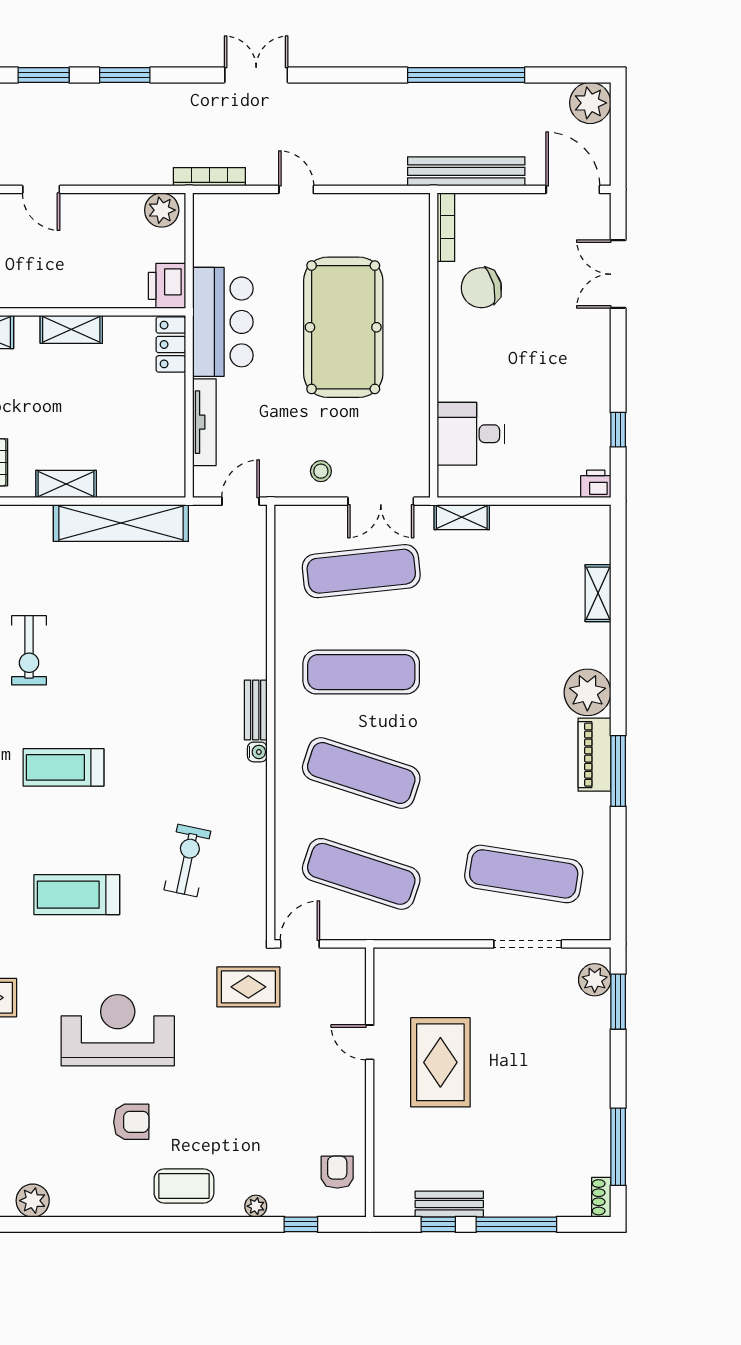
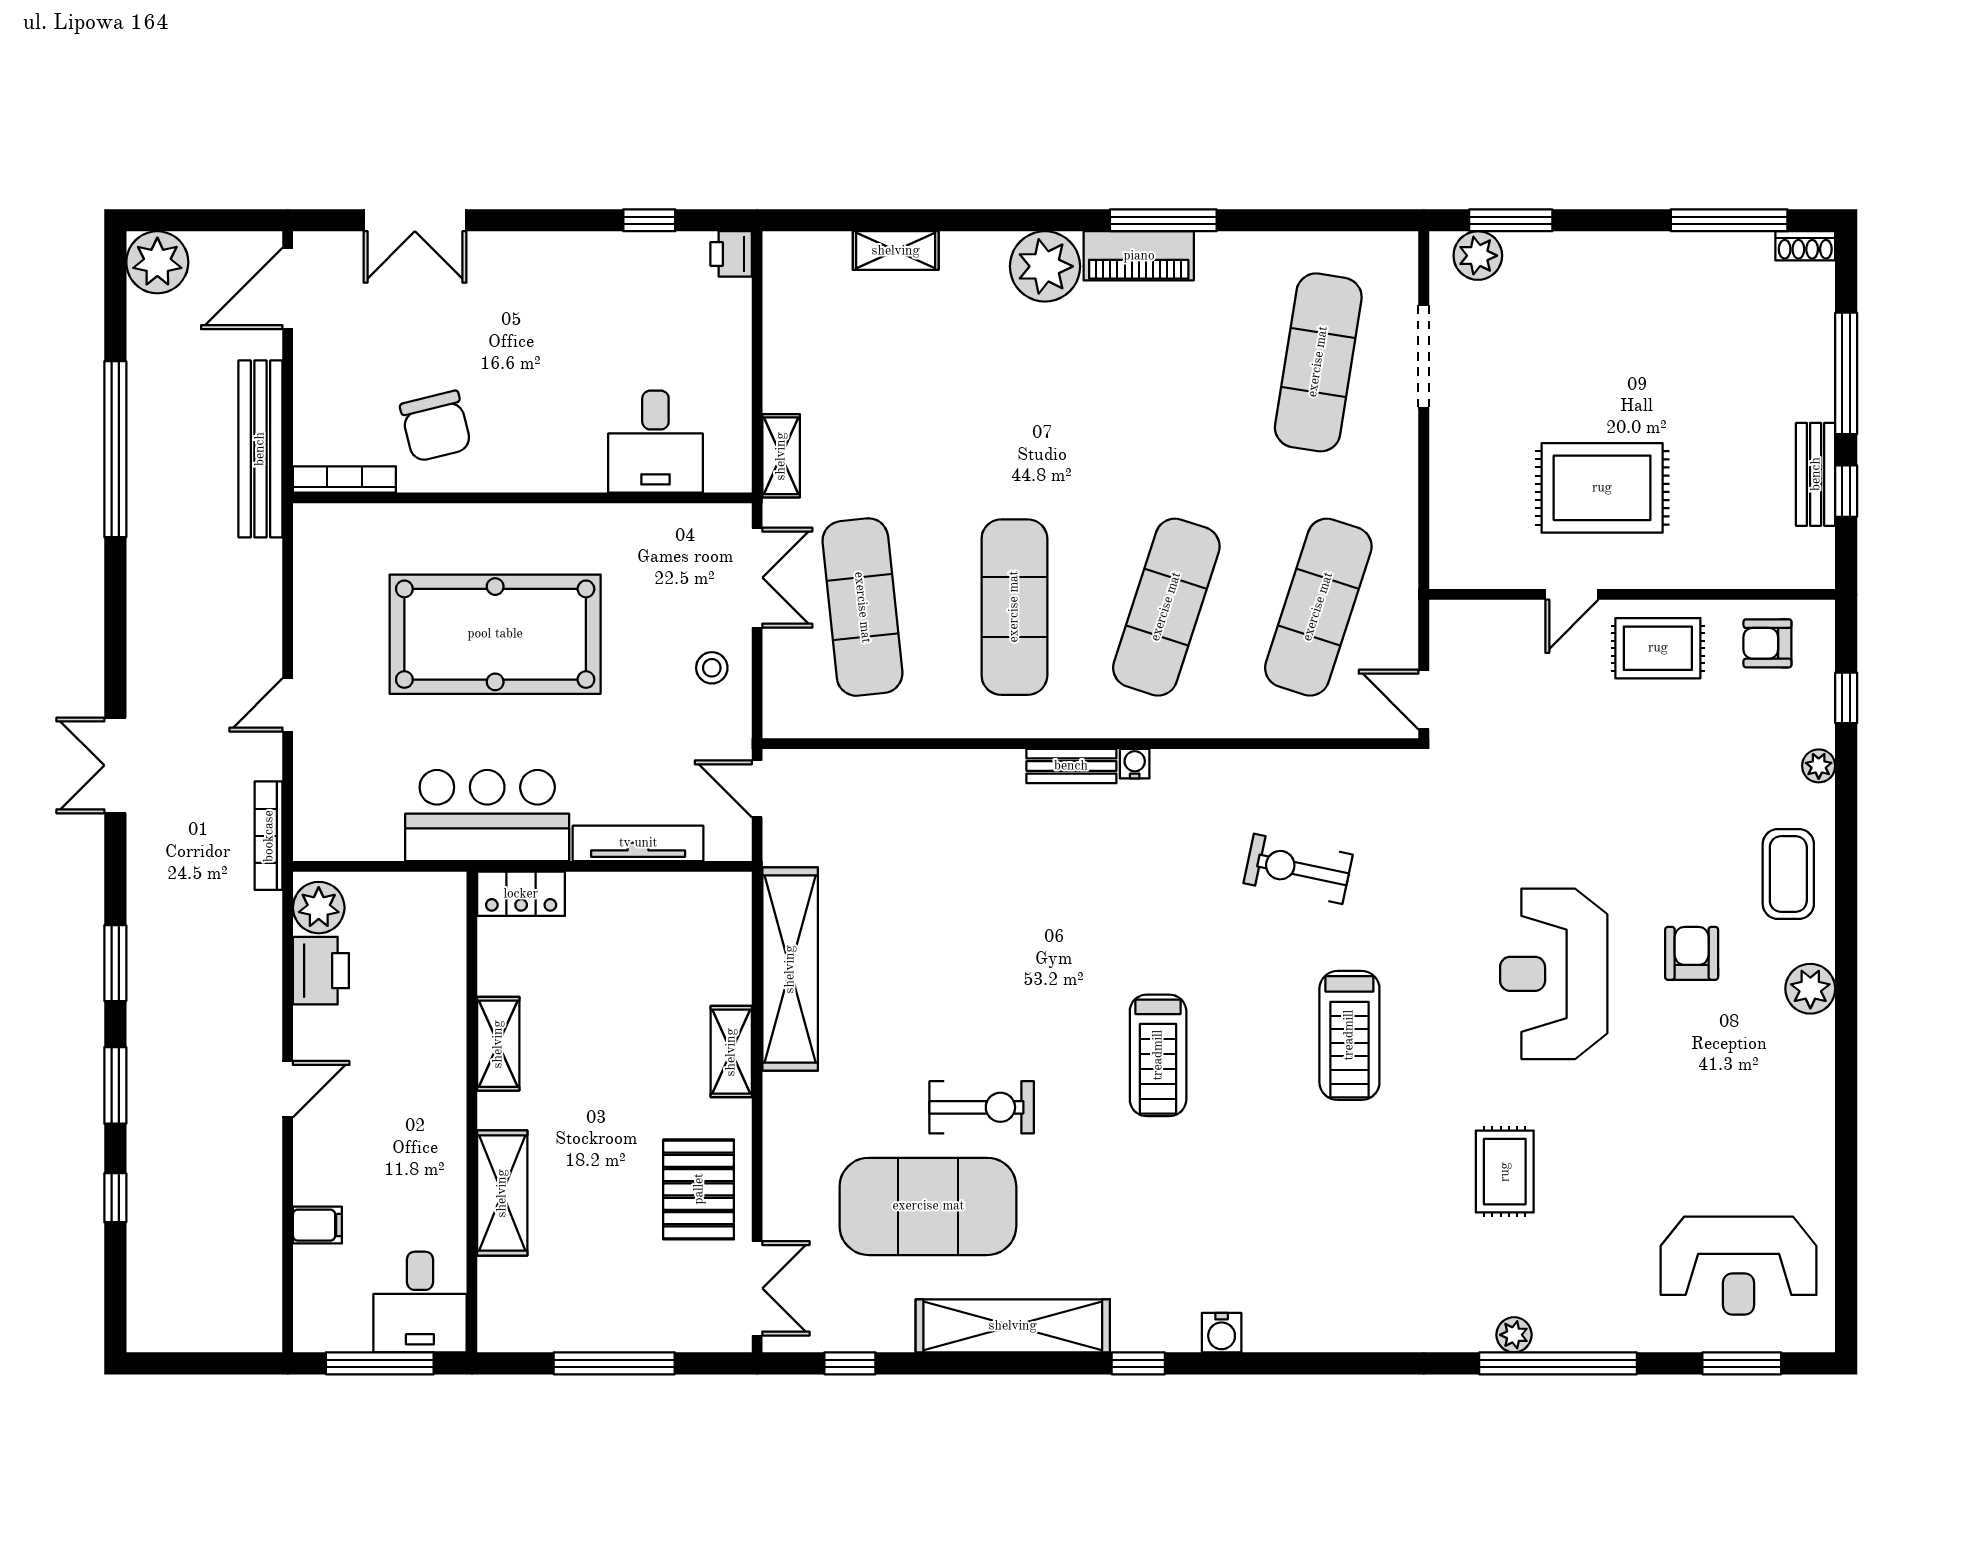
printer: (167, 286) -> (321, 971), moved, turned -90
rug: (248, 987) -> (1658, 648), moved, turned 90
plant: (33, 1201) -> (1810, 989), moved

